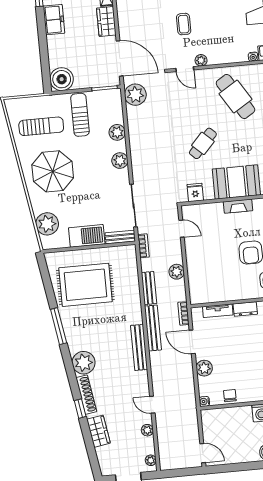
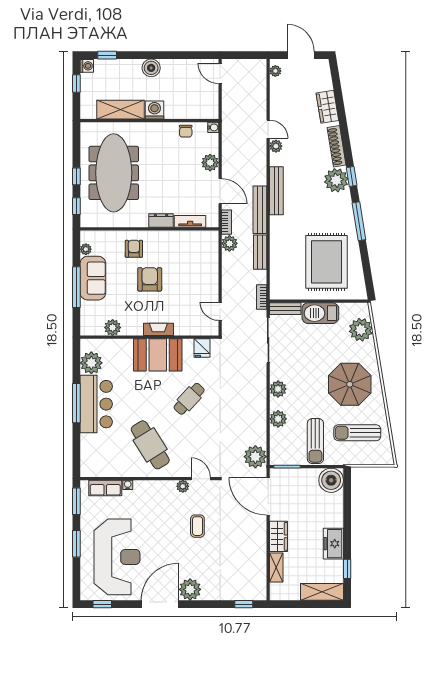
plant: (177, 272) -> (229, 243), moved
rug: (85, 285) -> (327, 262), turned 90
window: (80, 409) -> (352, 176), moved
plant: (147, 430) -> (276, 146), moved

